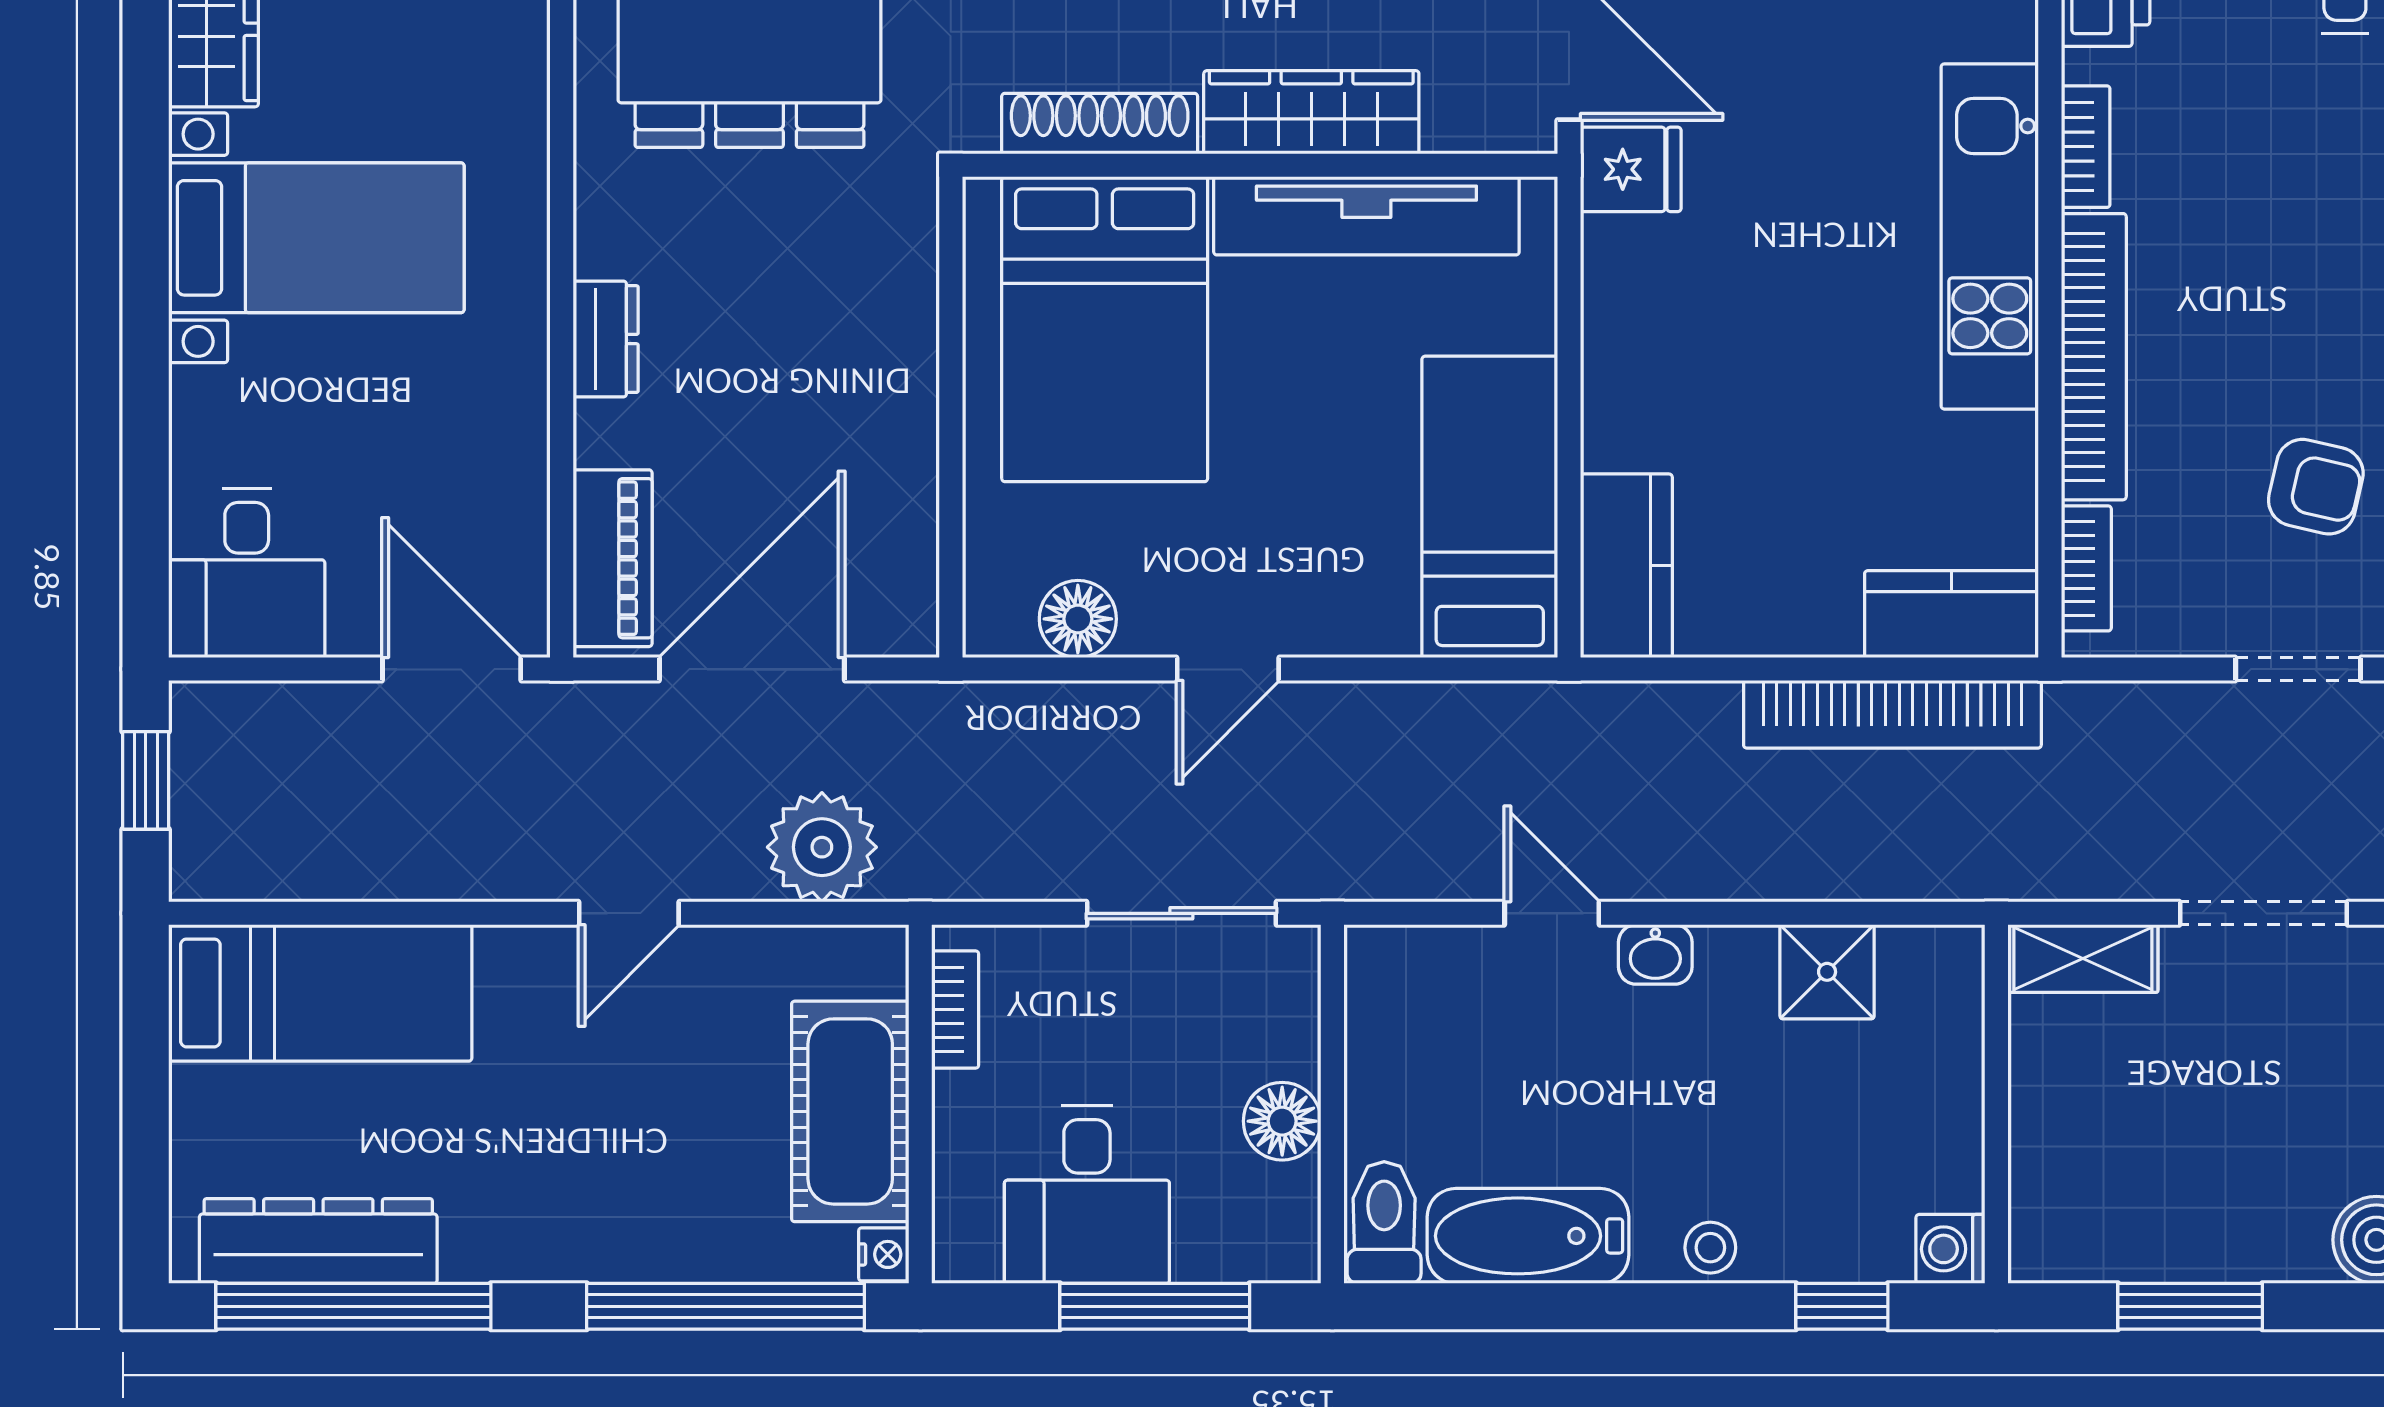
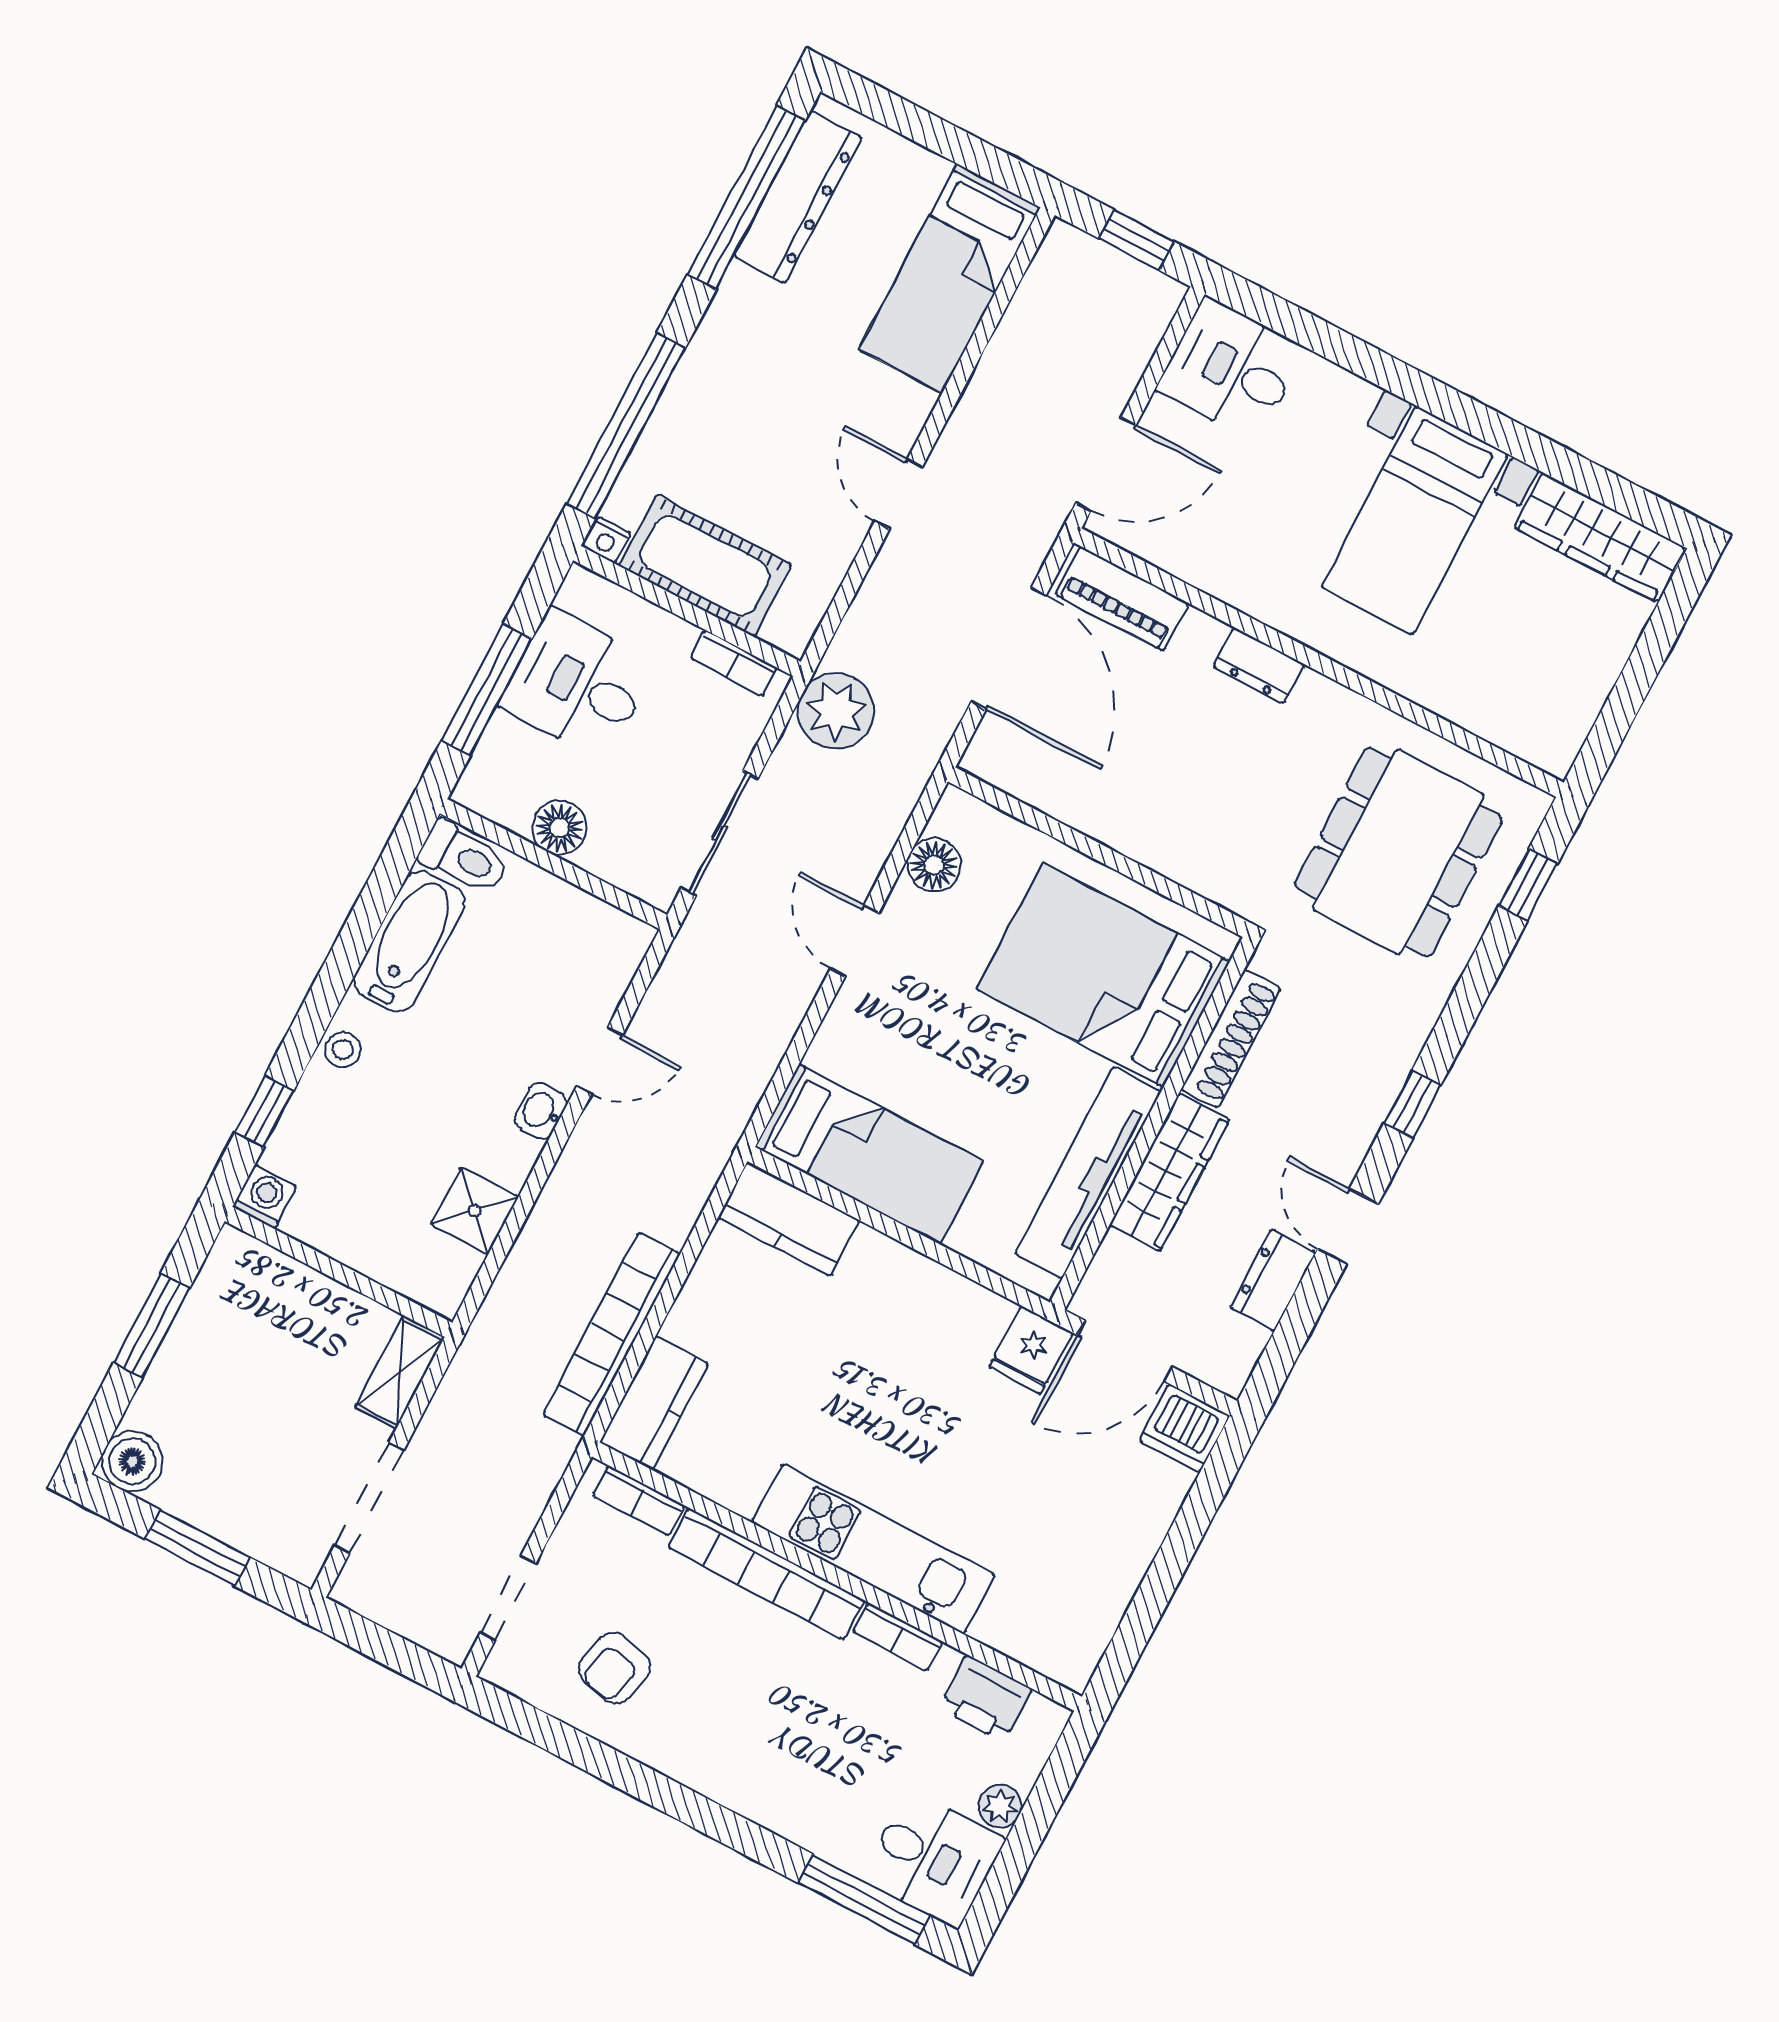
plant: (822, 847) -> (836, 711), moved

